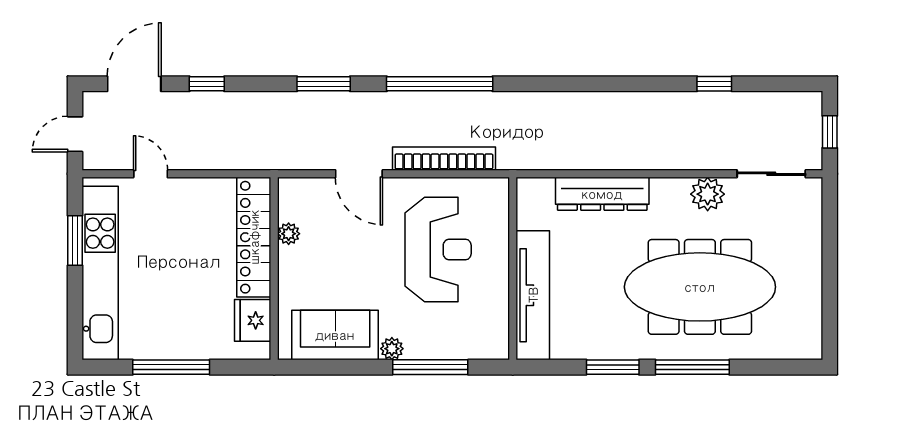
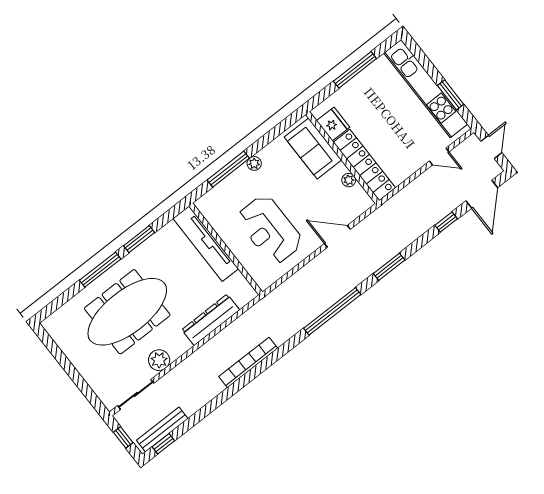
window: (714, 84) -> (163, 444), moved
bench: (772, 103) -> (162, 429), added
bookcase: (444, 159) -> (248, 362), moved, turned 180
sofa: (335, 335) -> (313, 149), moved, turned 90

